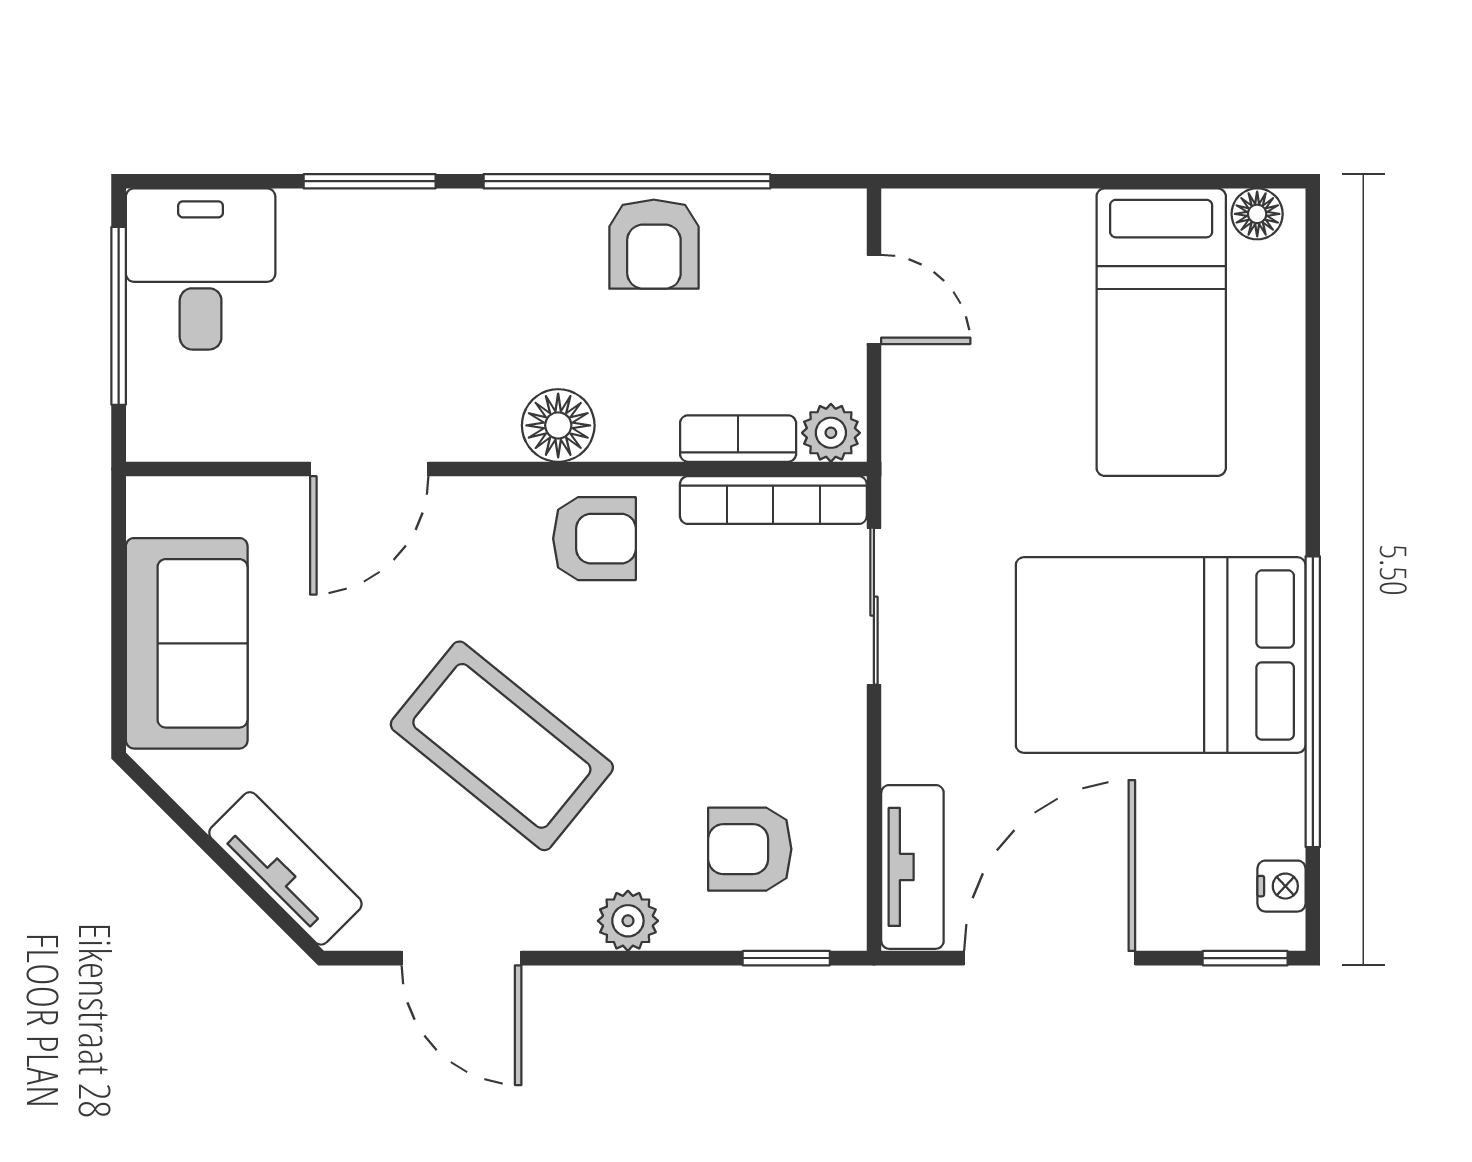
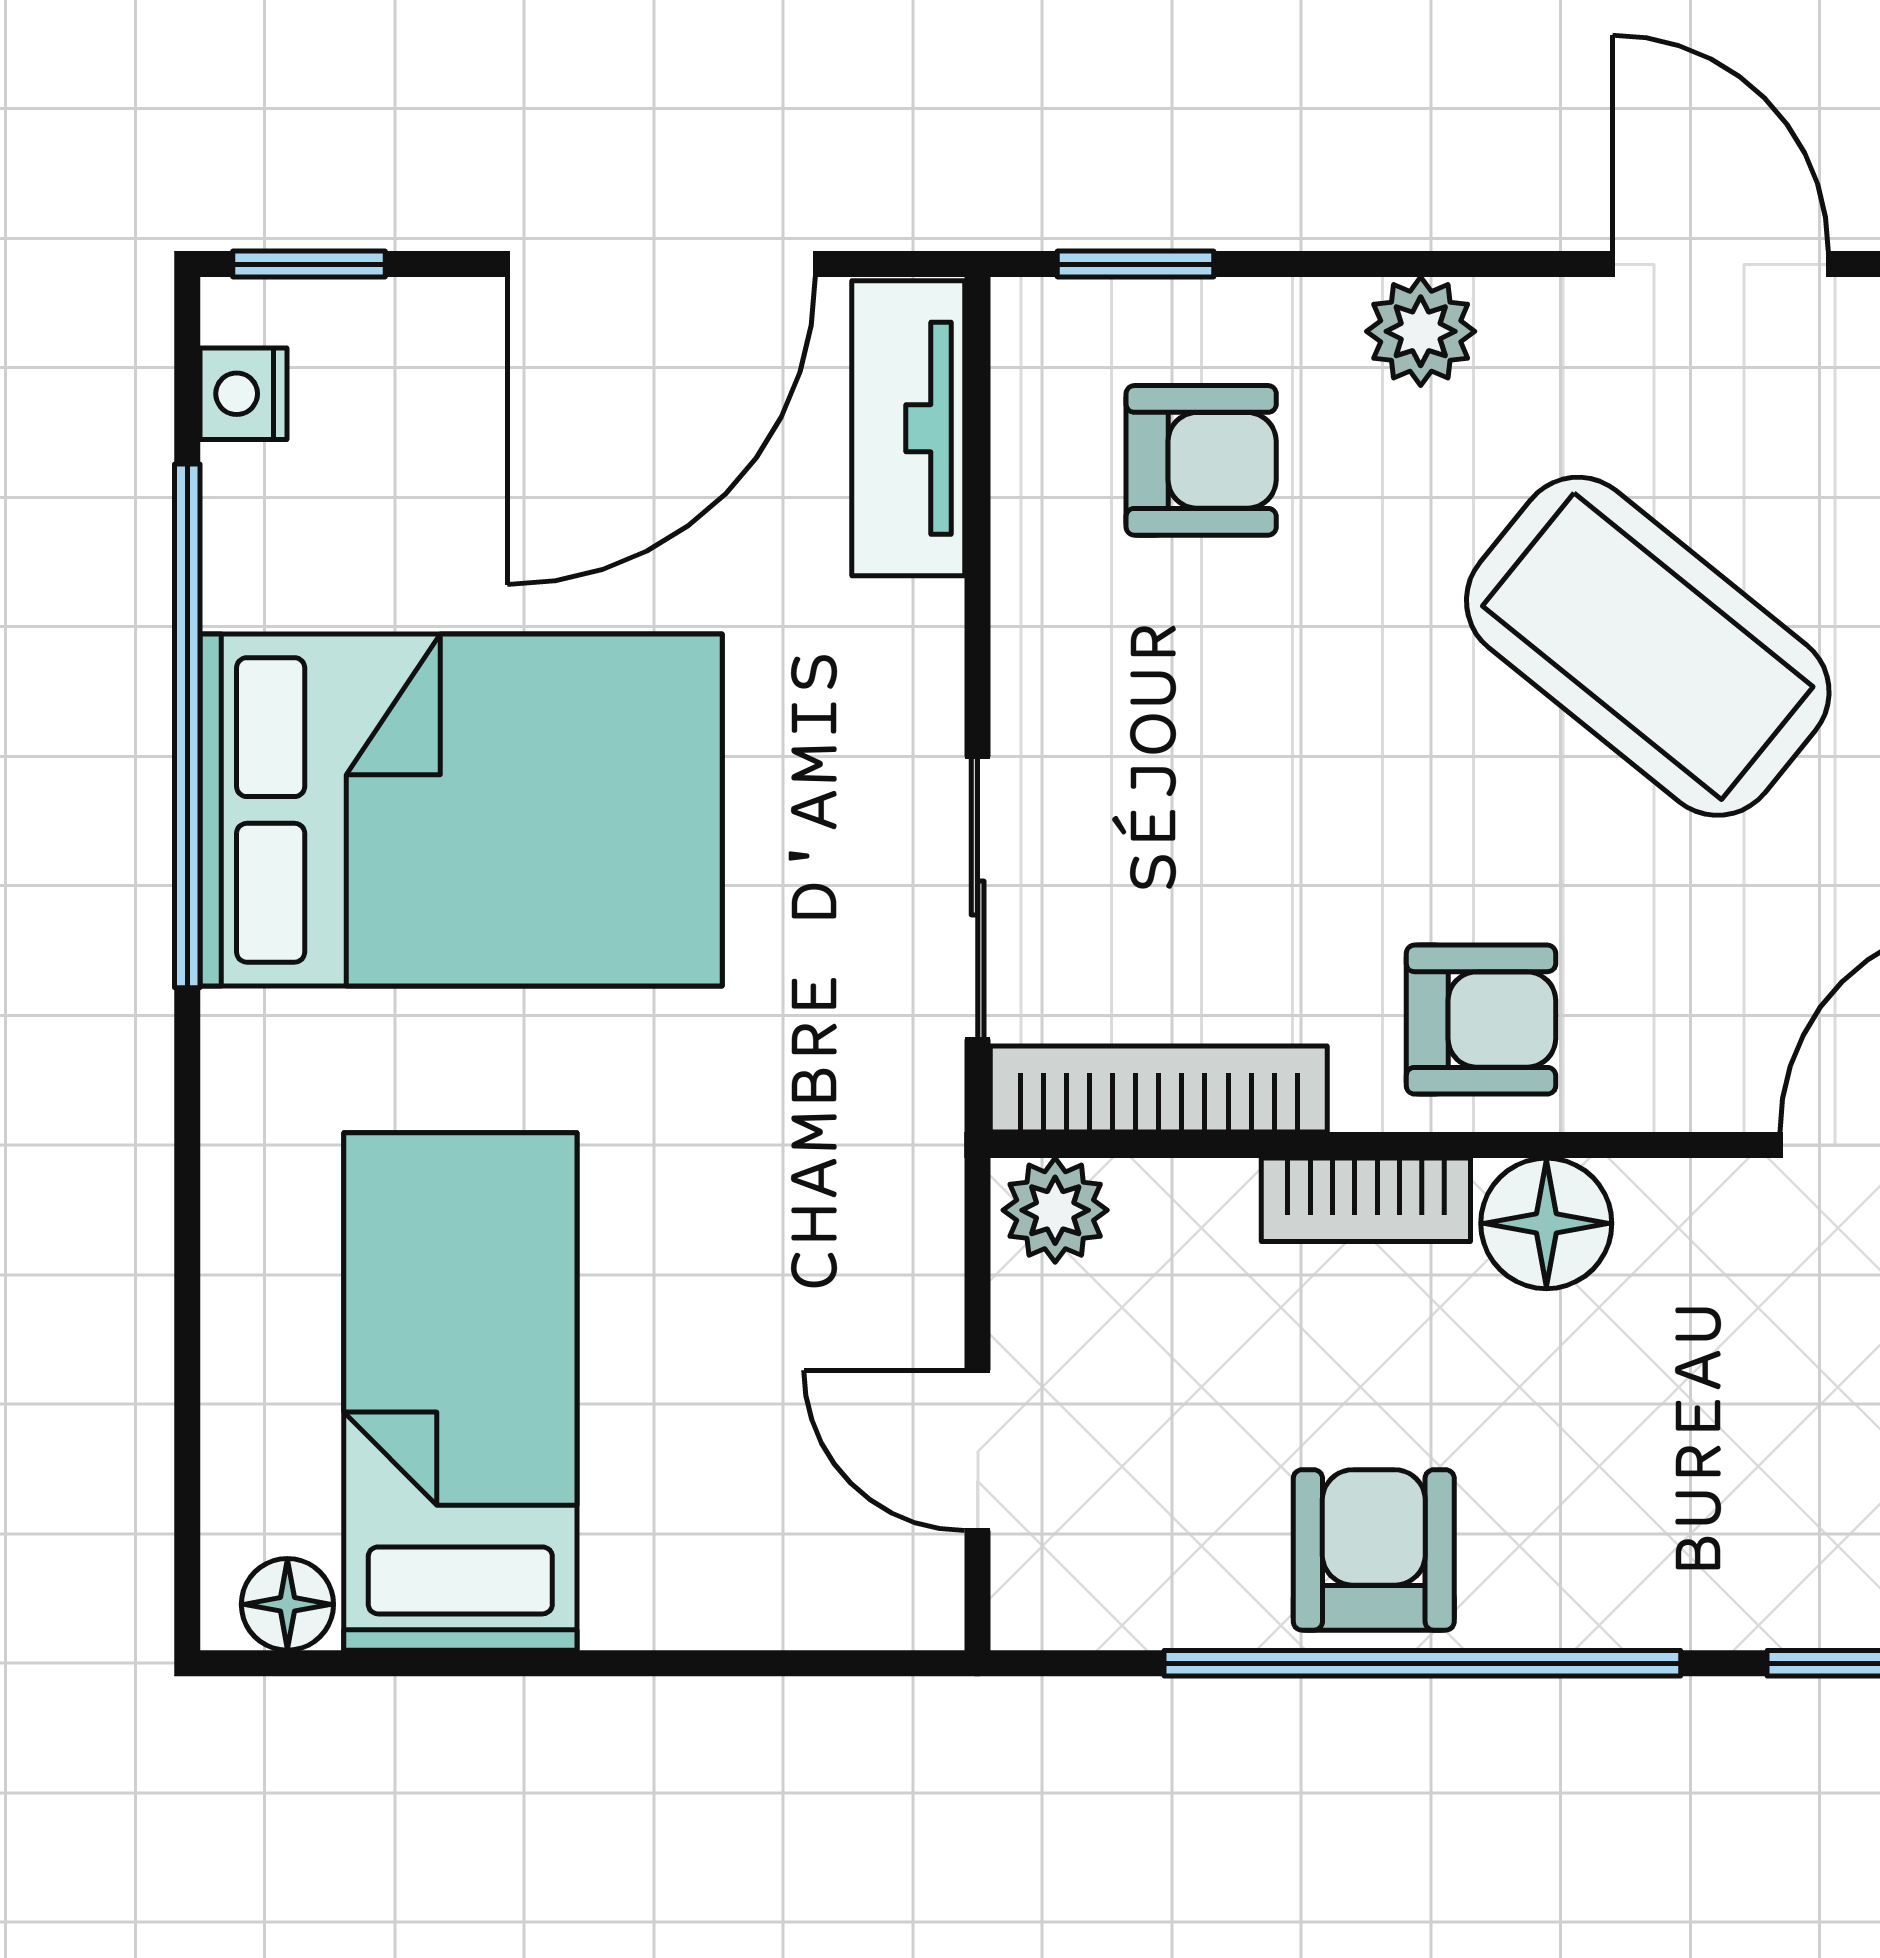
bookcase: (738, 439) -> (1366, 1200), moved
armchair: (594, 539) -> (1481, 1020), turned 180

